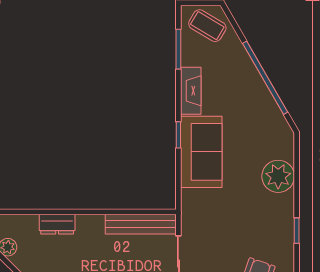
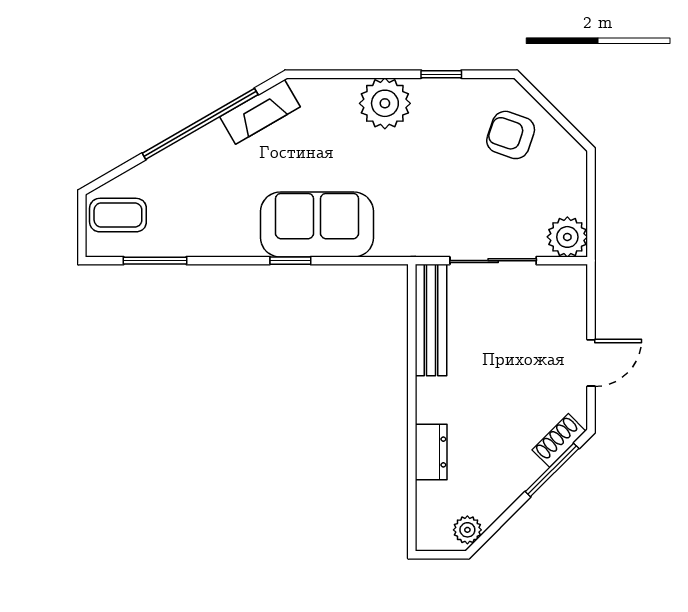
coffee table: (207, 26) -> (118, 215), turned 59
fireplace: (191, 91) -> (260, 112), moved, turned 150
plant: (278, 176) -> (385, 103), moved

